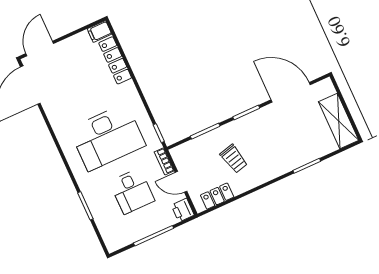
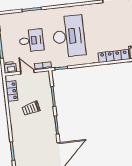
desk: (107, 137) -> (69, 36), turned 180
door: (181, 182) -> (27, 72), hinge flipped
desk: (132, 191) -> (31, 41), turned 180

